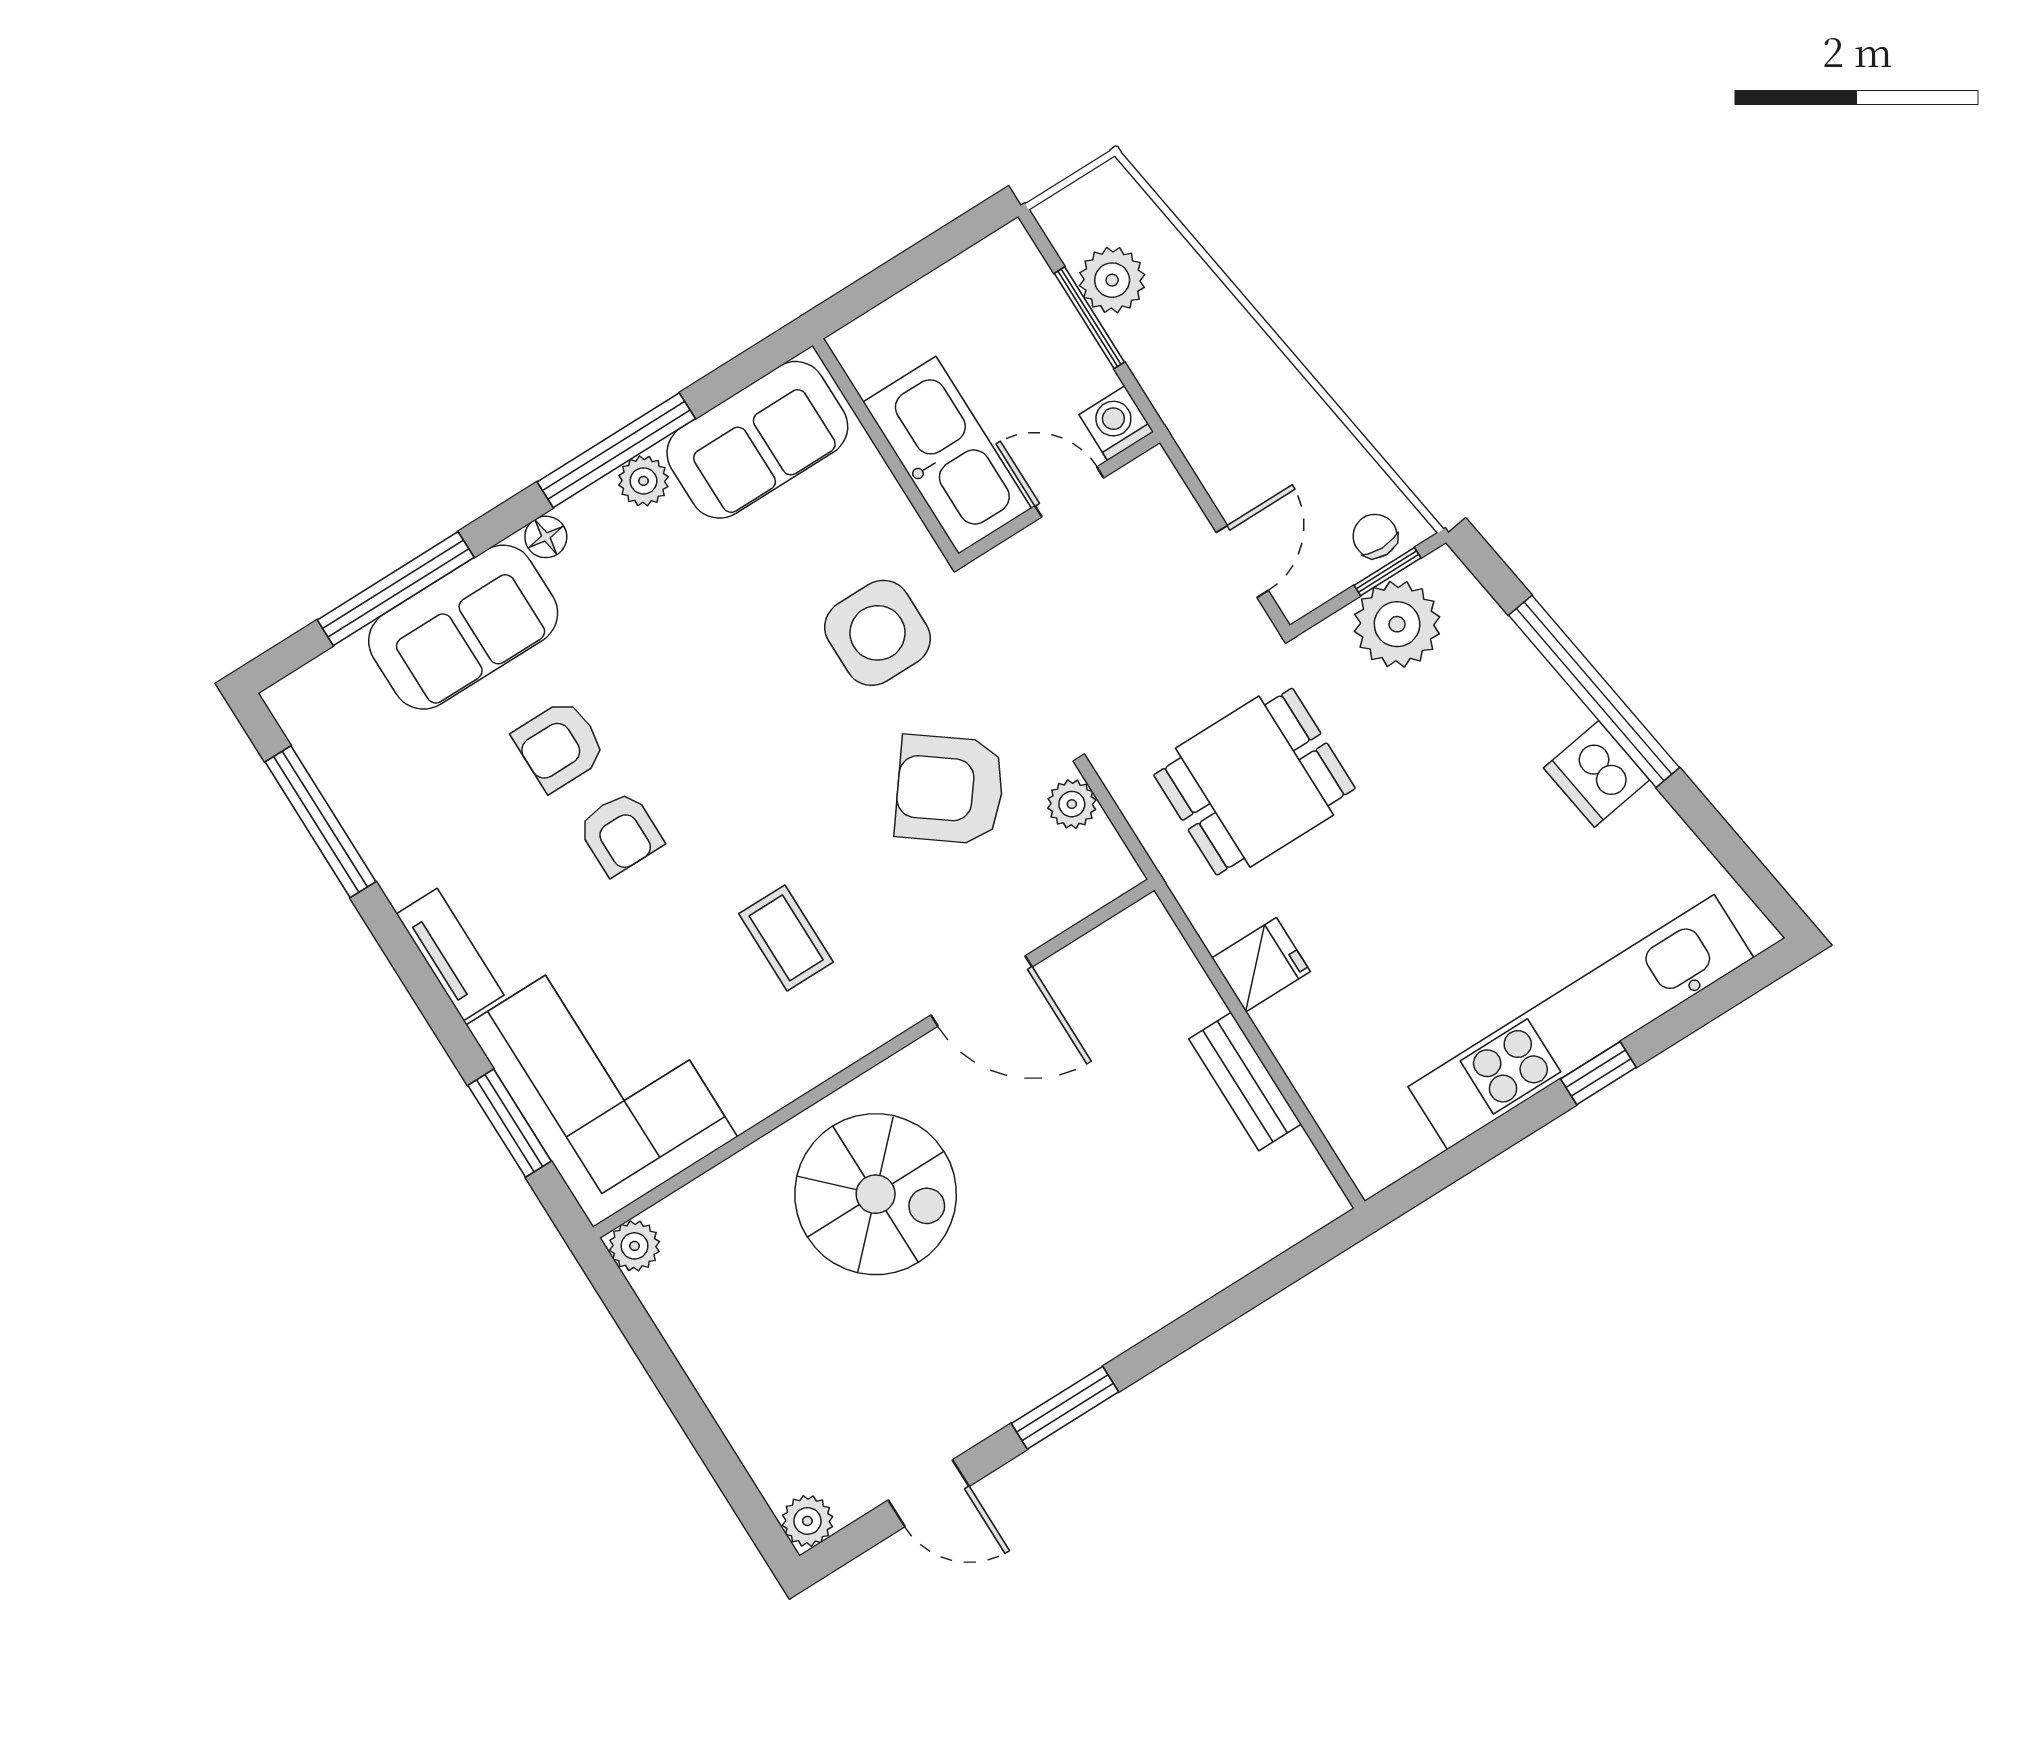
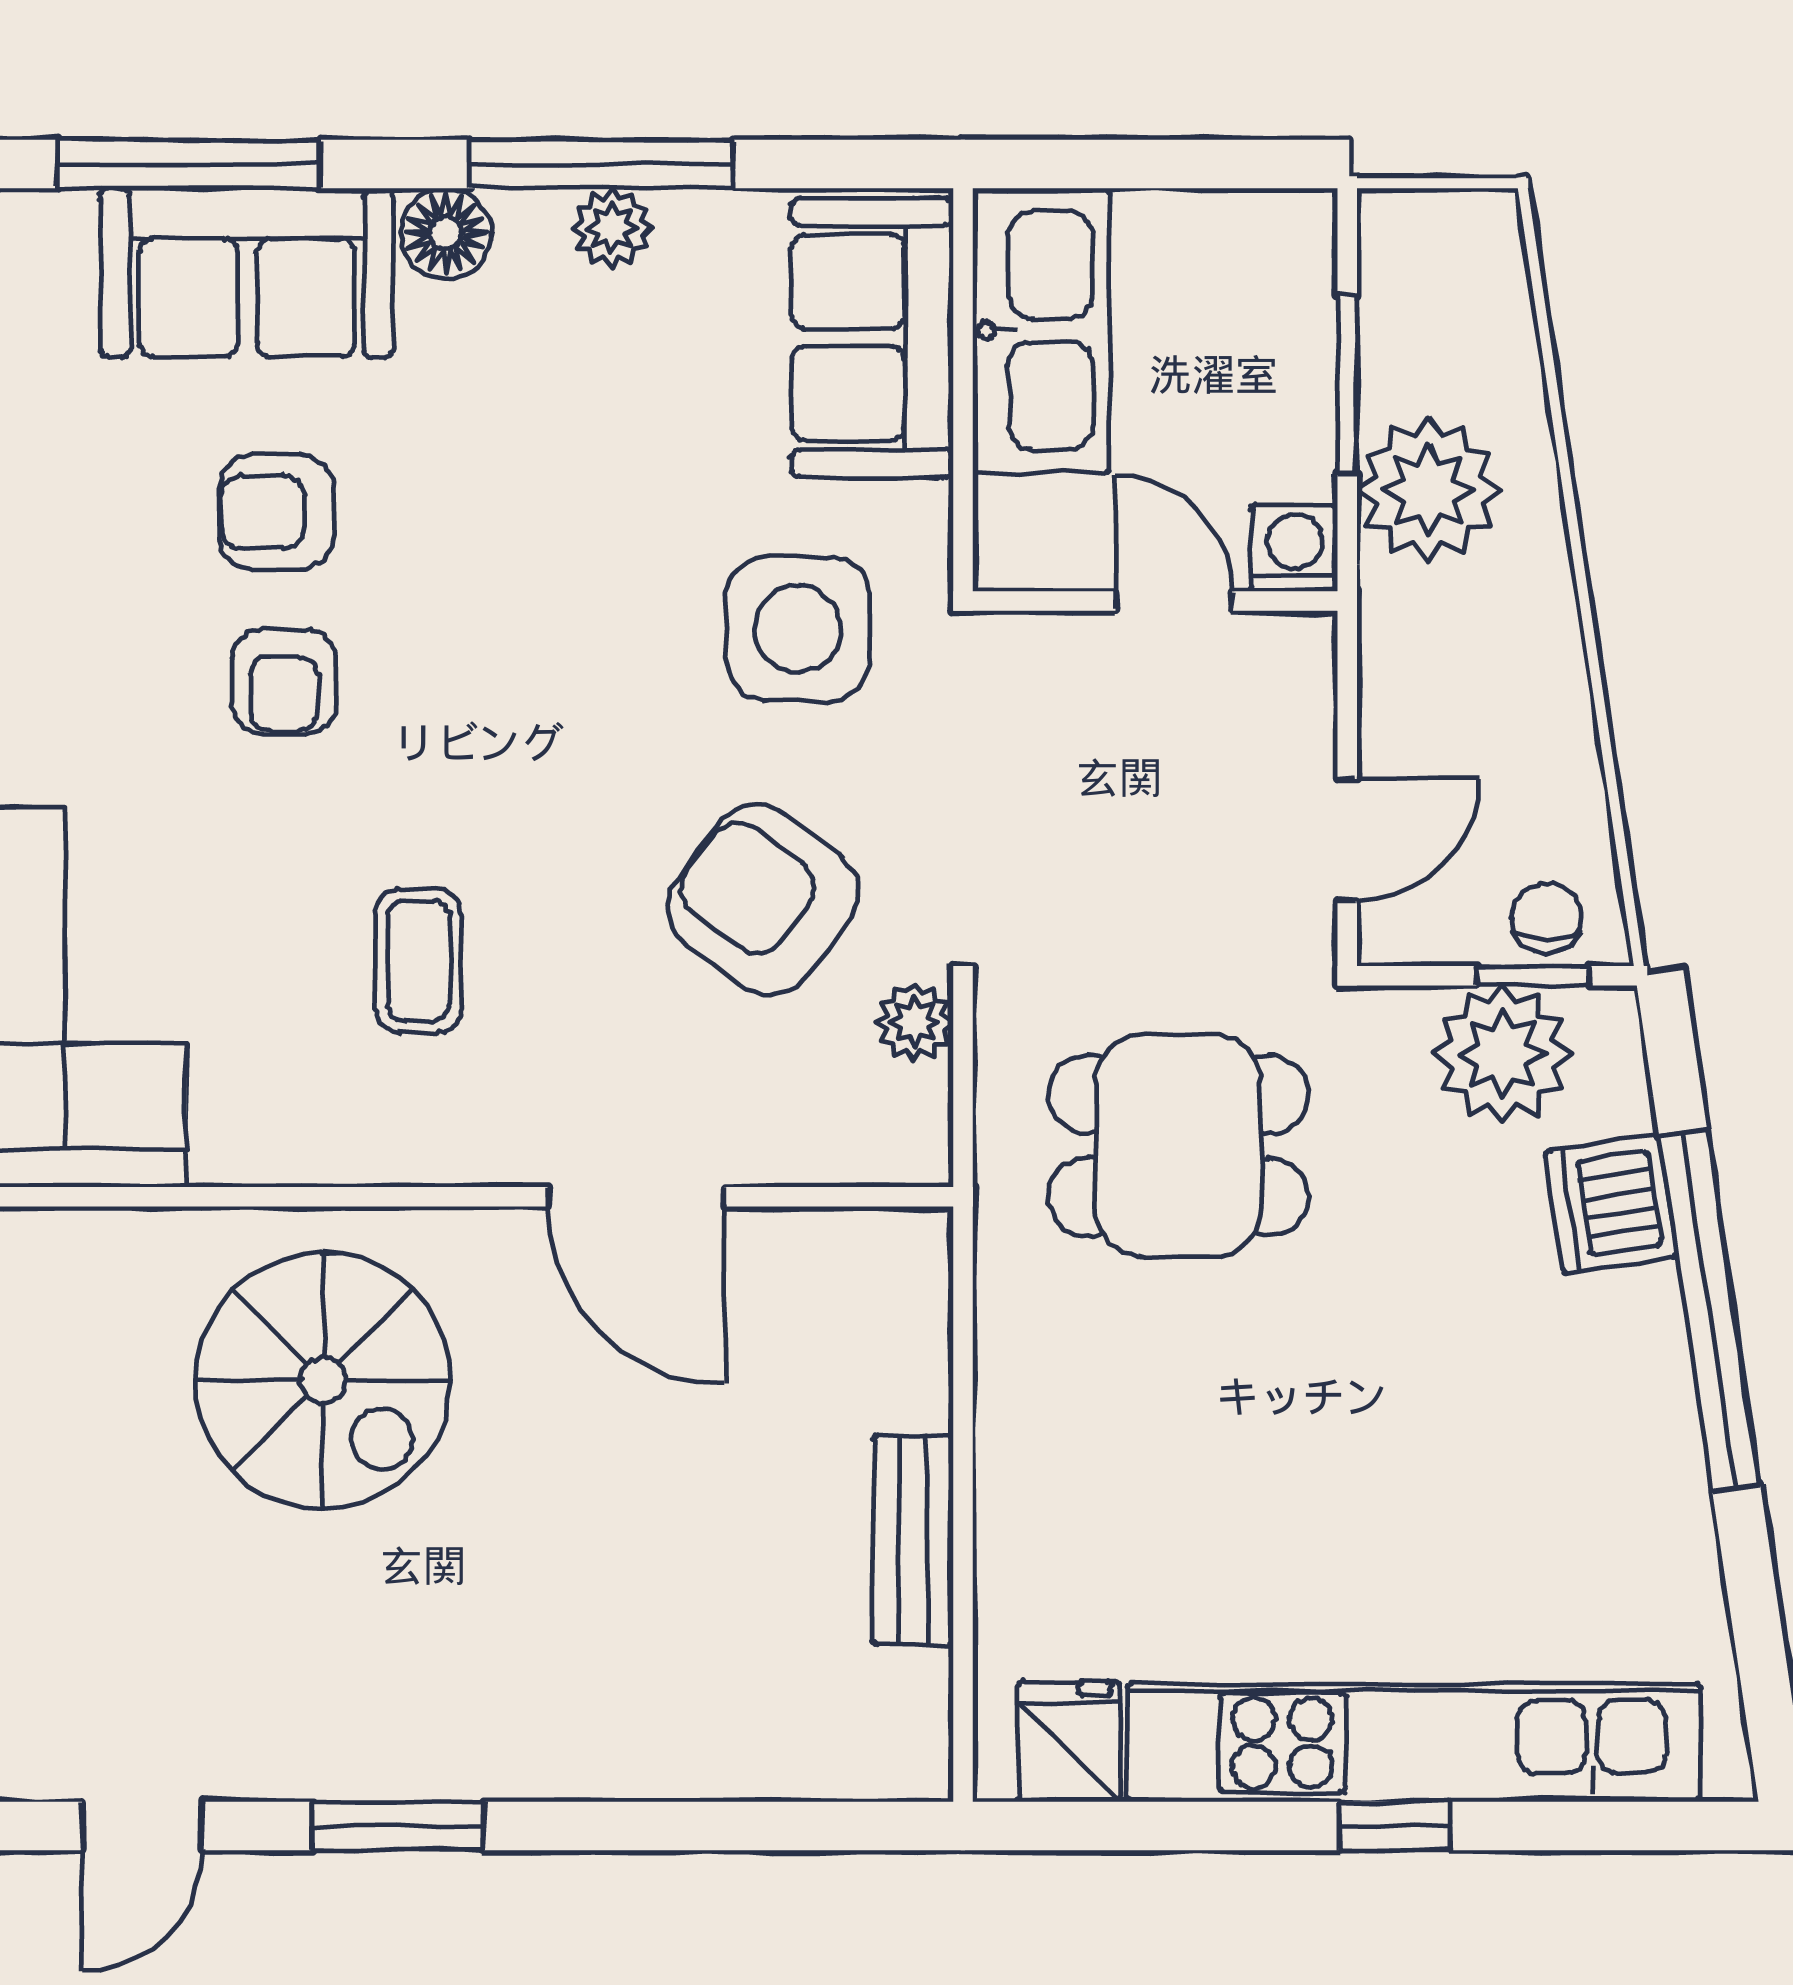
plant: (1112, 280) -> (1429, 490), moved, width x1.36, depth x1.36
sofa: (757, 440) -> (873, 337), moved, turned 90
kitchen sink: (947, 455) -> (1041, 330), moved
floor lamp: (546, 537) -> (446, 233), width x1.37, depth x1.37
dishwasher: (1597, 774) -> (1611, 1204), moved
fridge: (1261, 965) -> (1069, 1742), moved, turned -90
door: (929, 1493) -> (142, 1826), hinge flipped

